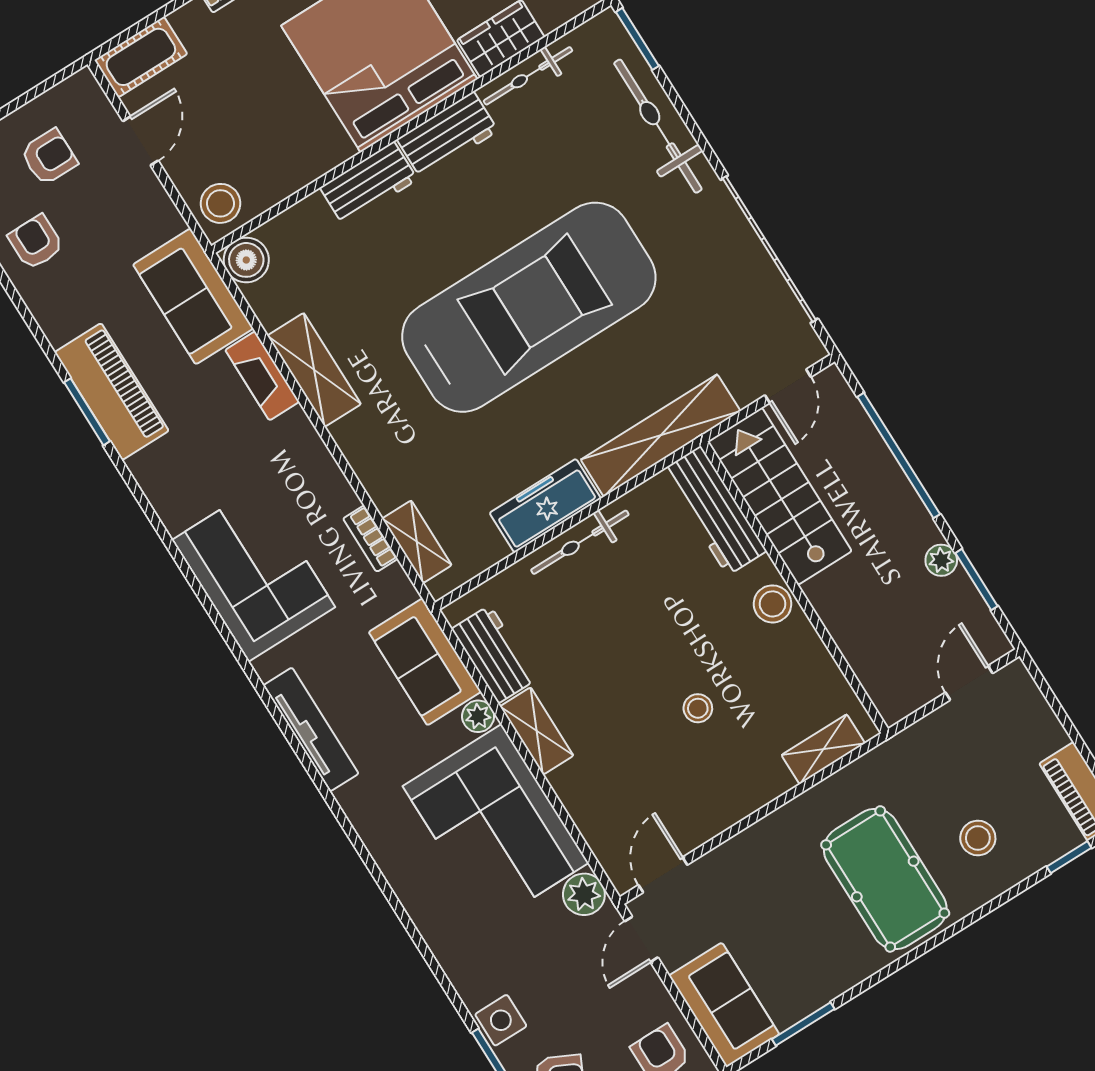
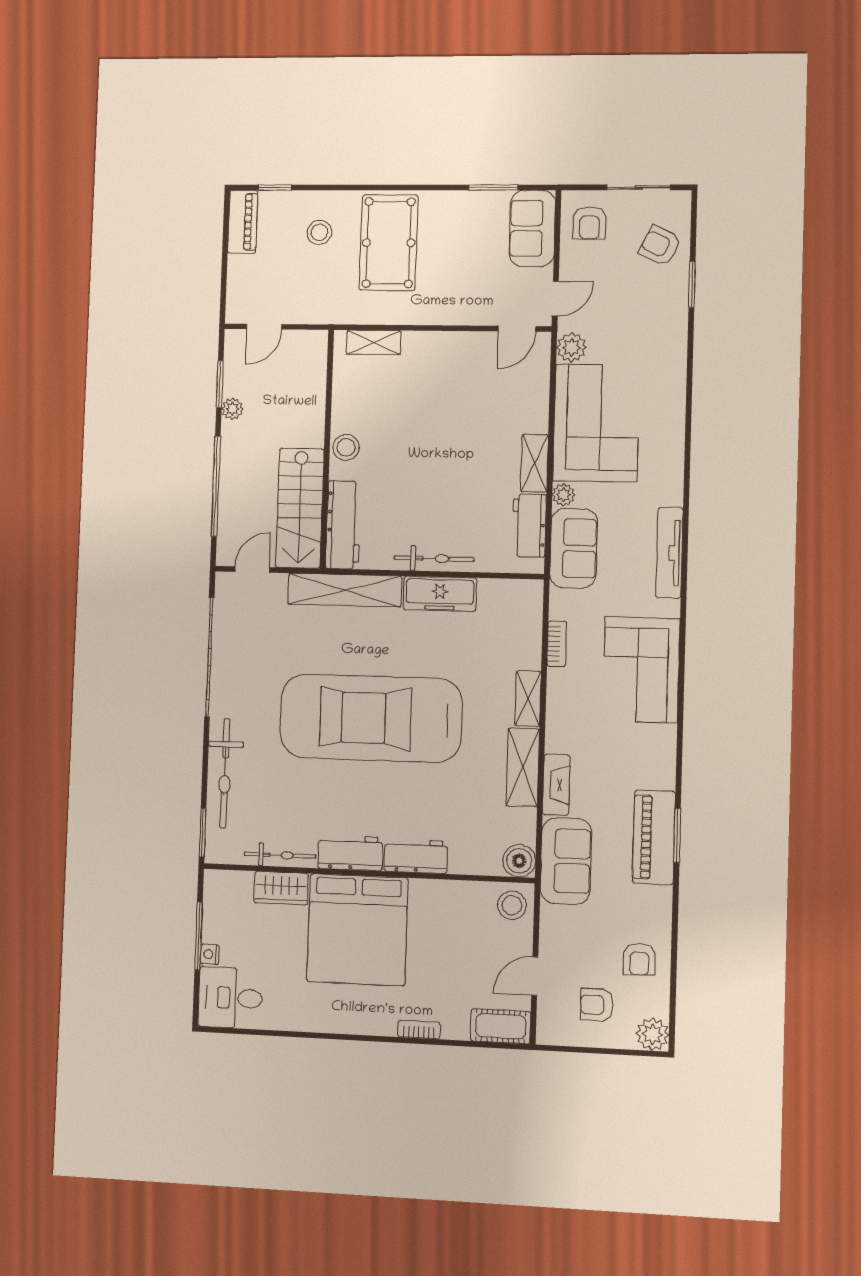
shelving: (417, 542) -> (528, 698), moved
stool: (698, 708) -> (430, 414), removed
side table: (501, 1020) -> (672, 304), removed

